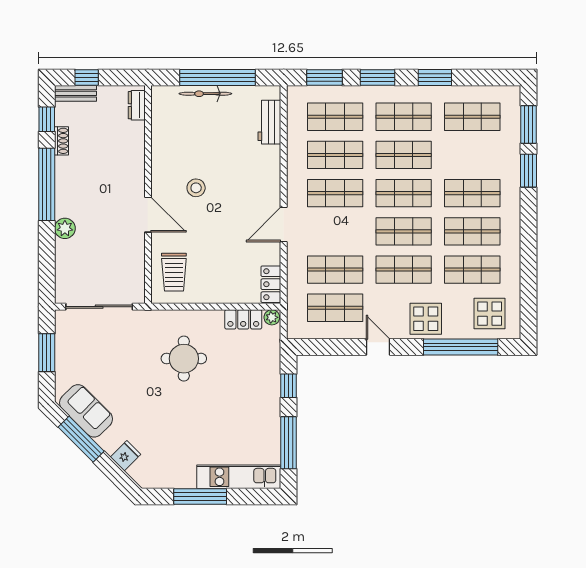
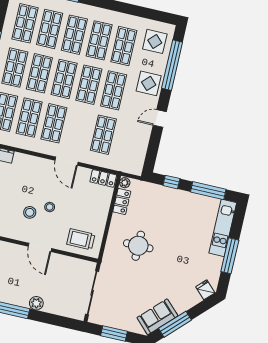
door: (148, 215) -> (40, 247), swing flipped
stool: (211, 215) -> (50, 207), added
trolley: (174, 272) -> (81, 239), turned 180
shop shelf: (335, 308) -> (50, 29), moved
fridge: (125, 456) -> (205, 290), moved

